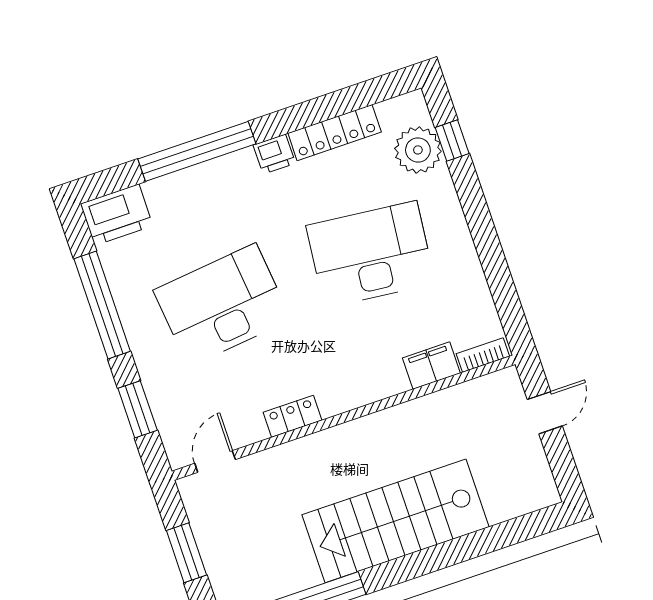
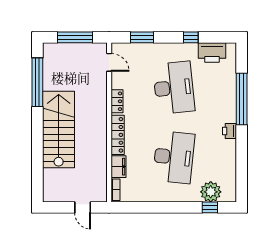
locker: (335, 133) -> (118, 135), moved, turned 180
printer: (117, 215) -> (212, 52), moved, turned -90
window: (102, 305) -> (191, 37), width x0.32
window: (186, 553) -> (75, 37), width x1.44

